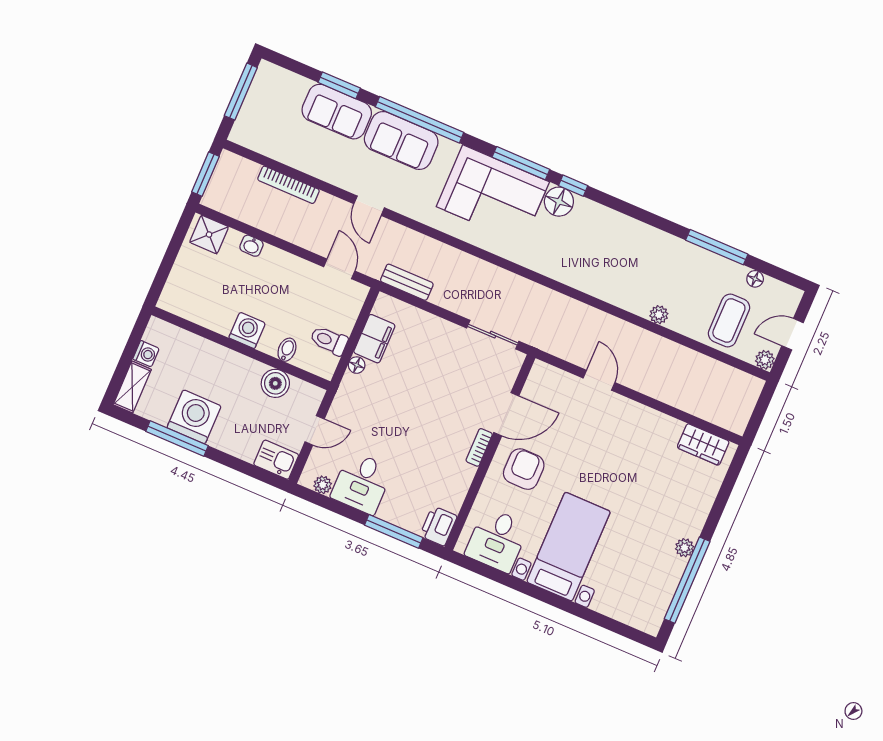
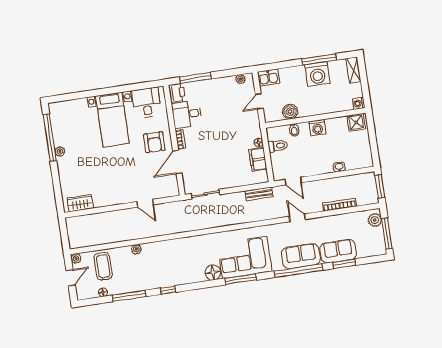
plant: (247, 125) -> (375, 220), added
window: (573, 186) -> (168, 290), moved
shower: (209, 234) -> (356, 122), moved
washing machine: (146, 354) -> (359, 103), moved
desk: (362, 483) -> (187, 114), moved, turned -90

